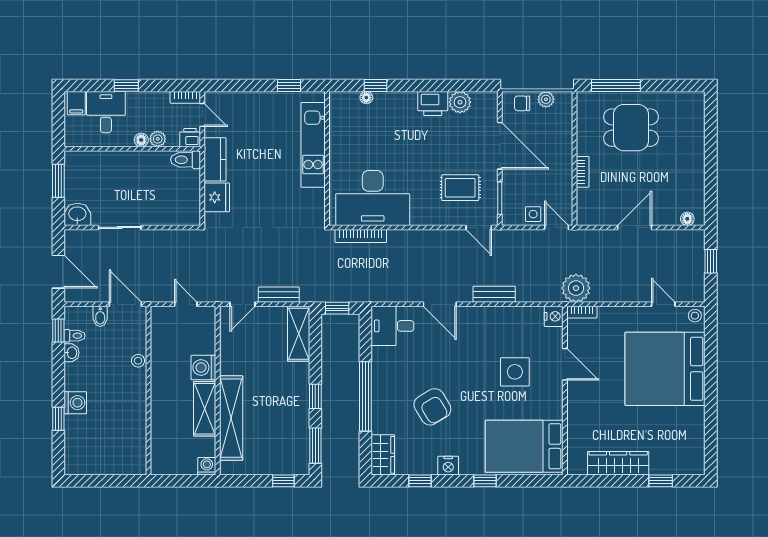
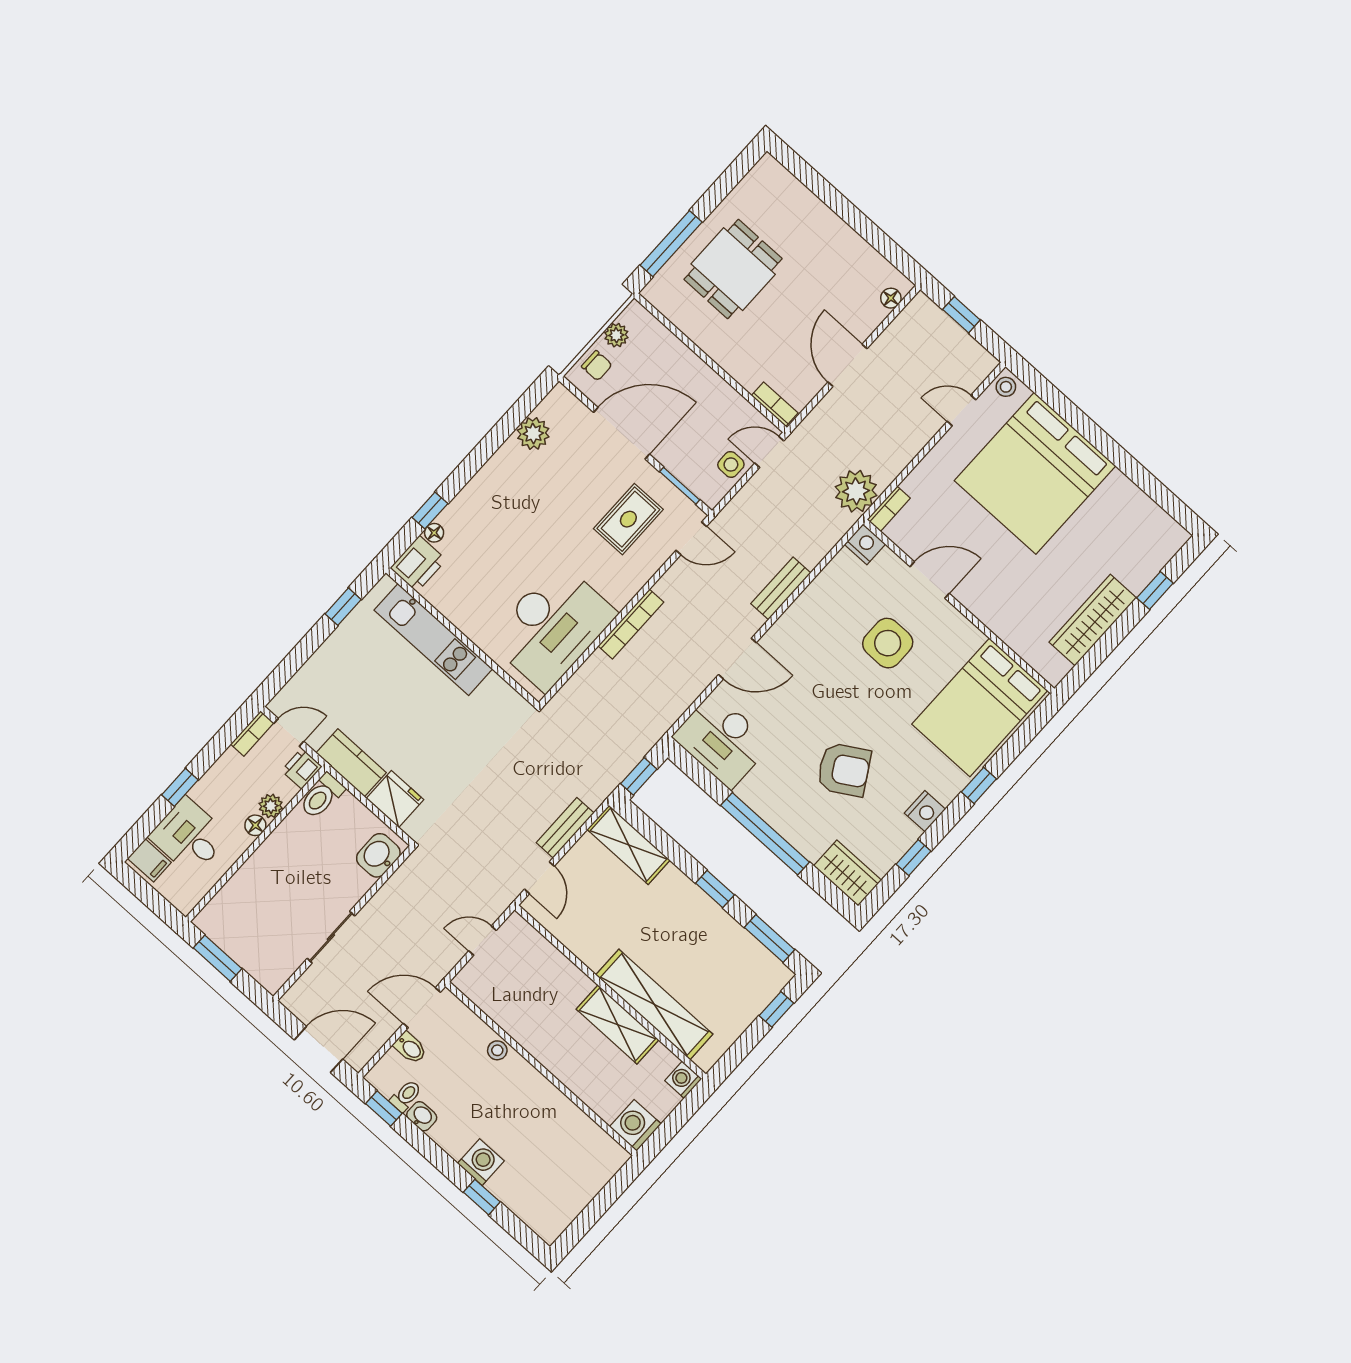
chair: (522, 103) -> (597, 366), turned -90
printer: (433, 104) -> (418, 564), moved
bookcase: (583, 172) -> (775, 404), moved
washbasin: (77, 214) -> (378, 855), moved
bookcase: (361, 236) -> (631, 624), moved
desk: (392, 326) -> (722, 740), width x1.37
washing machine: (203, 368) -> (635, 1125), moved, turned 90

